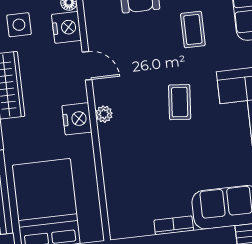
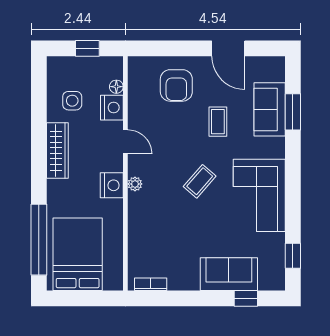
coffee table: (180, 102) -> (200, 181), turned 36
bookcase: (174, 225) -> (151, 284), moved

